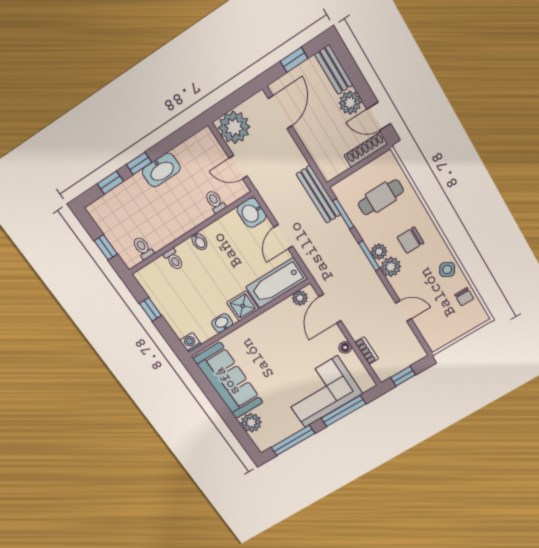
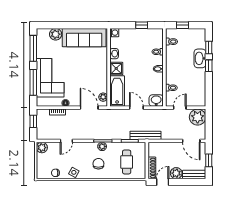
washbasin: (161, 170) -> (200, 58), moved
plant: (391, 267) -> (42, 148), moved

